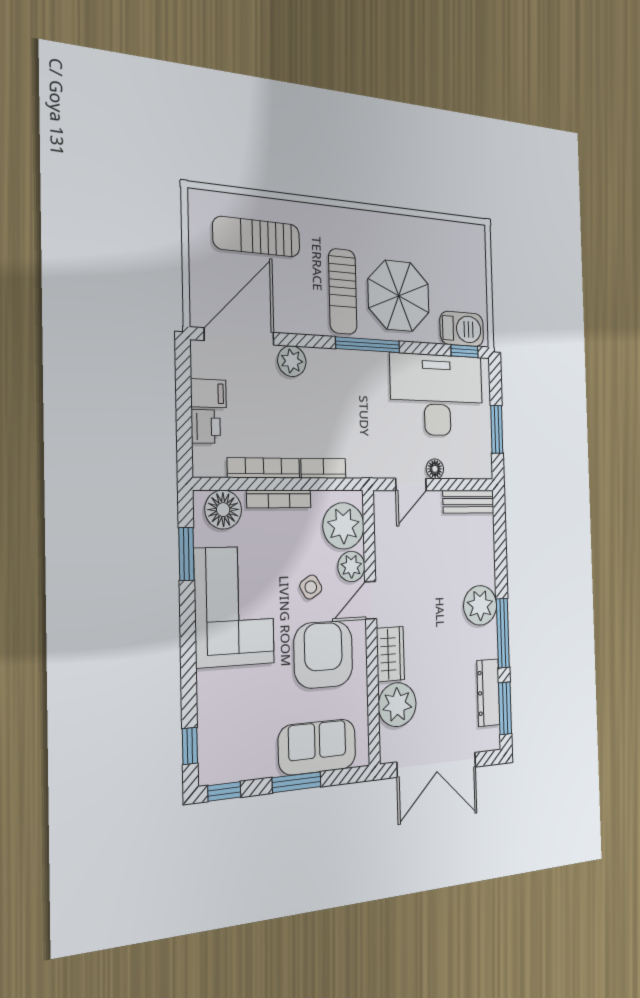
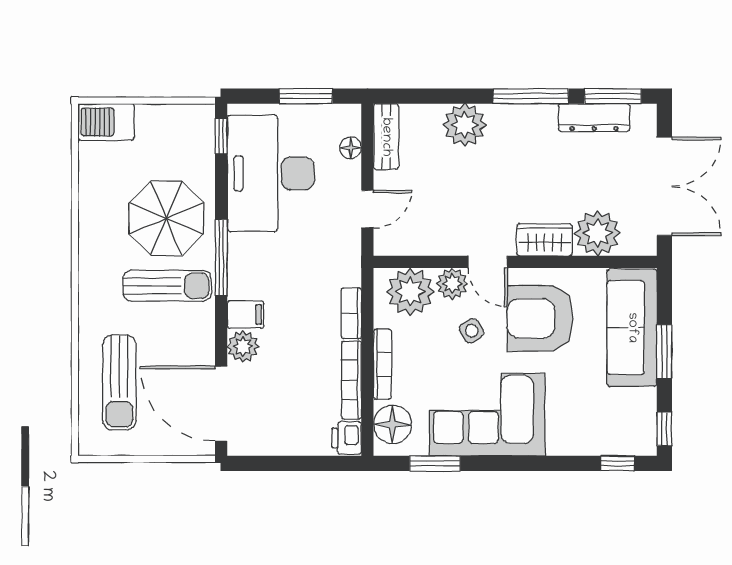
barbecue: (462, 329) -> (106, 122), moved, turned -90
filing cabinet: (208, 393) -> (246, 314), moved, turned 90
printer: (206, 427) -> (347, 438), moved, turned -90
floor lamp: (435, 469) -> (351, 148), moved
door: (411, 484) -> (367, 209), hinge flipped
plant: (480, 605) -> (465, 125), moved
sofa: (317, 747) -> (632, 328), width x1.36

